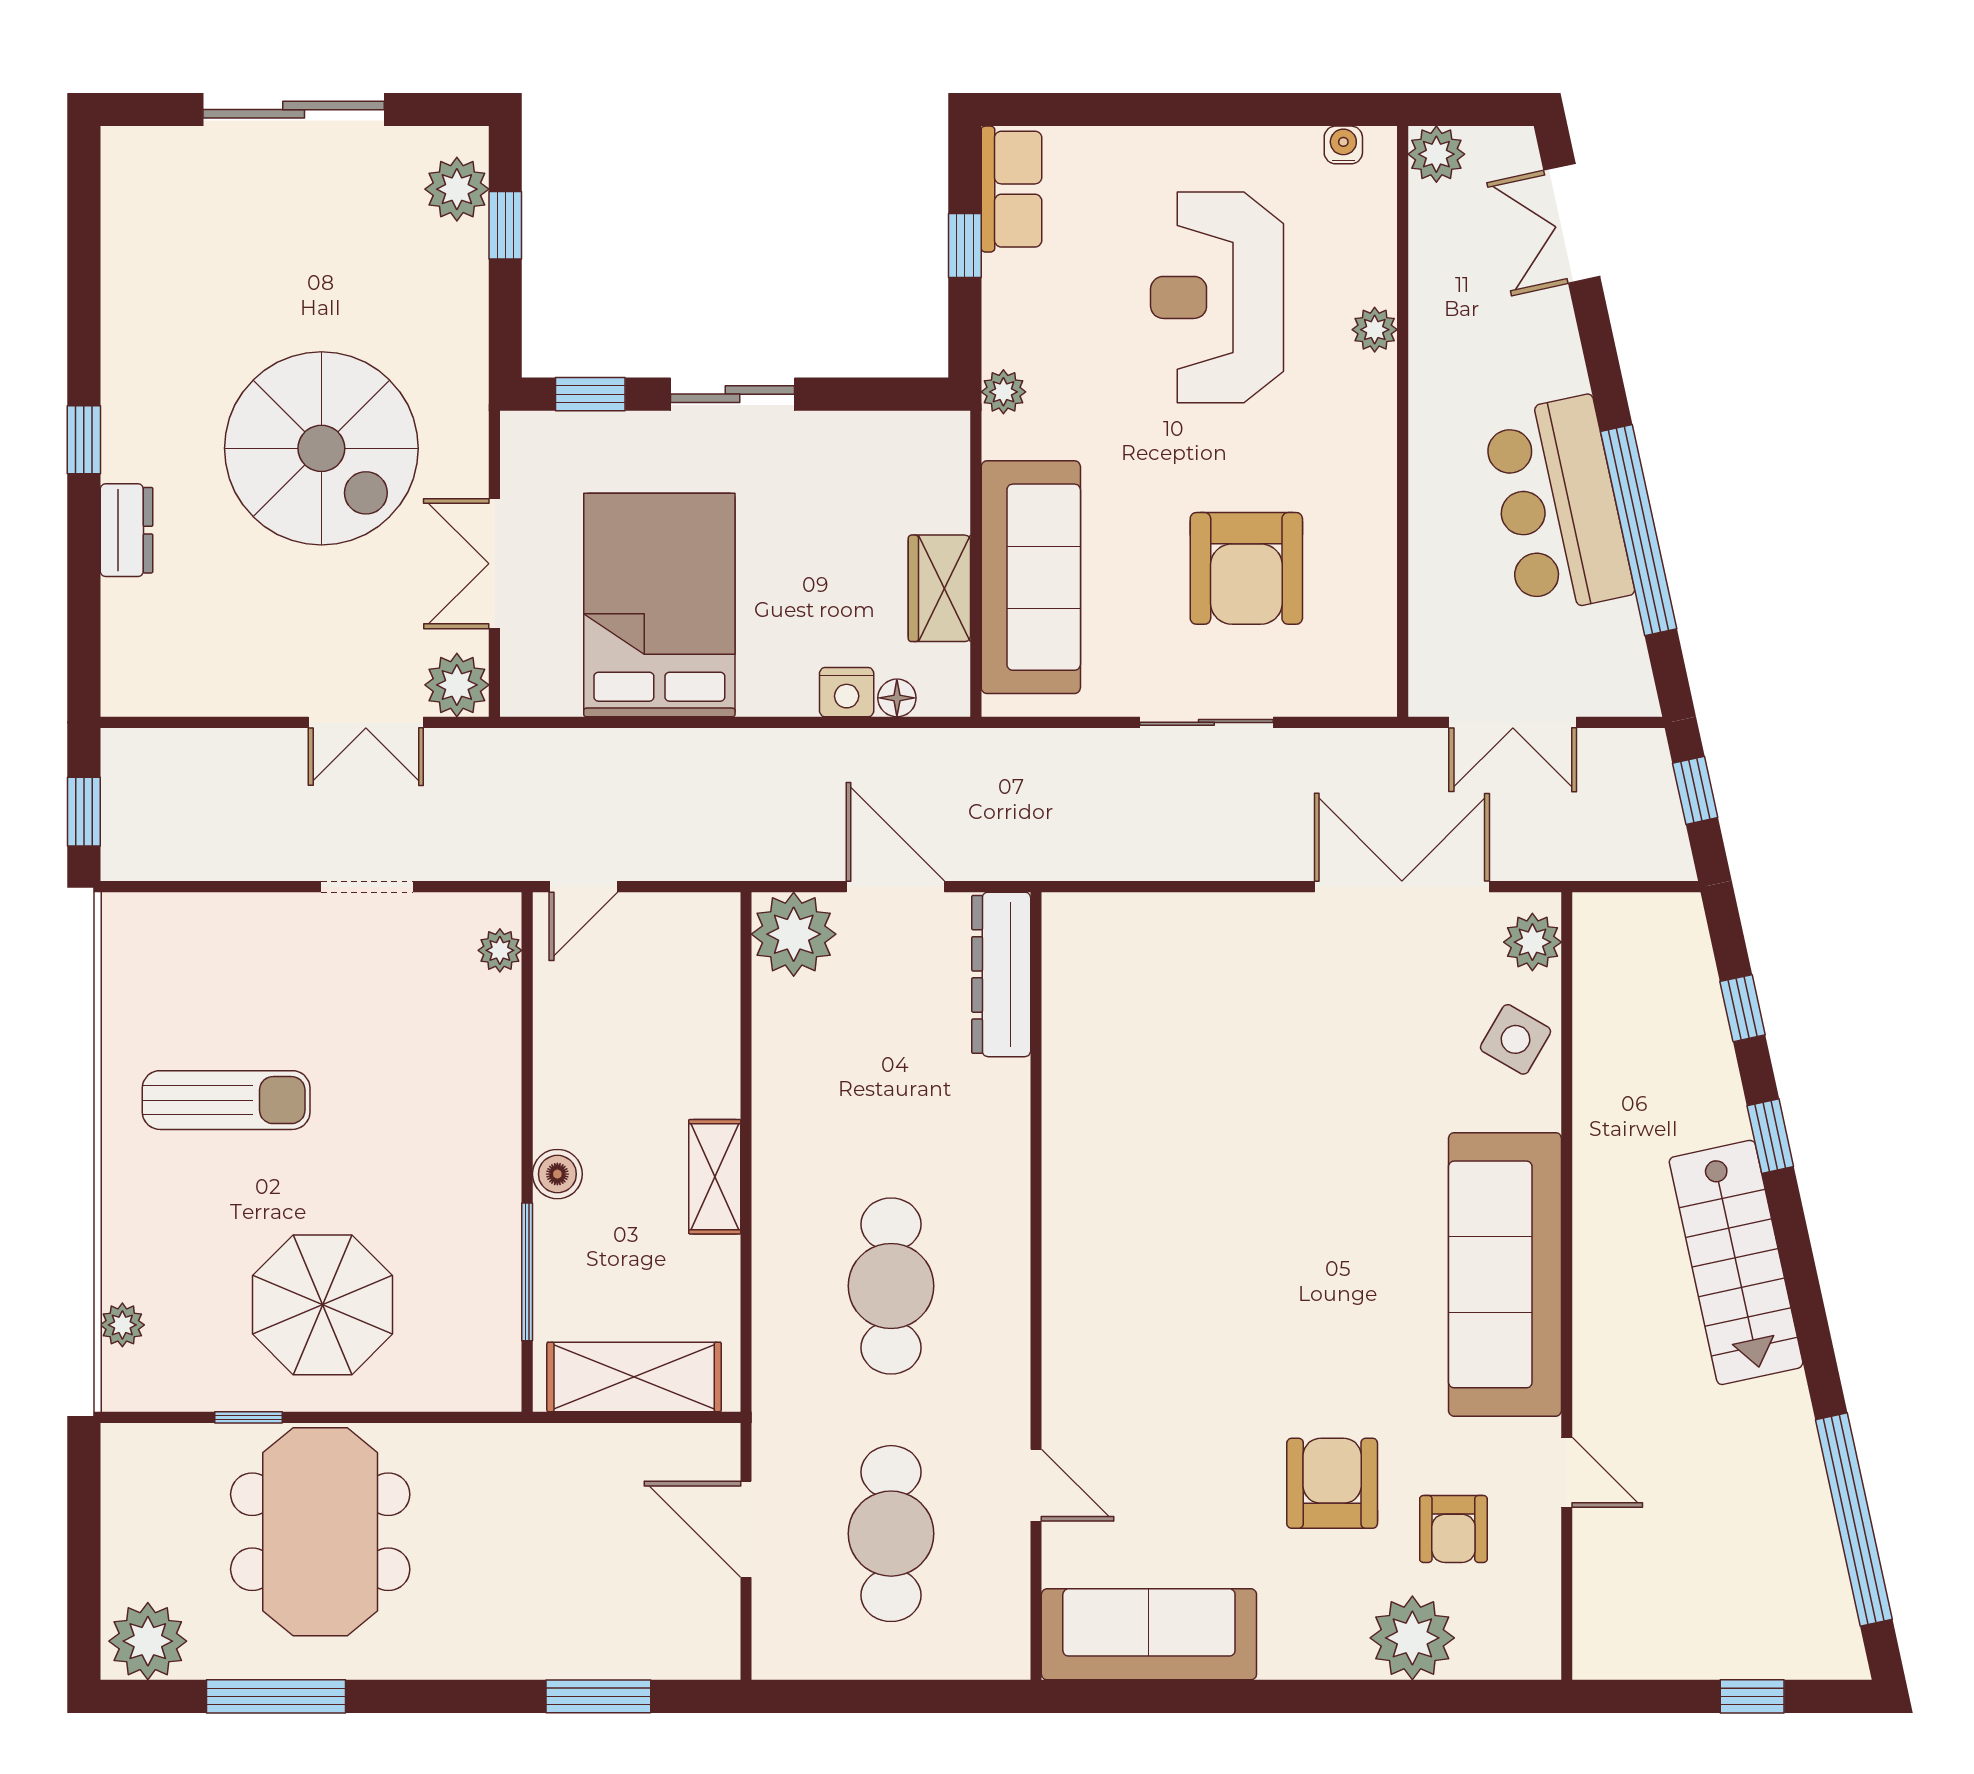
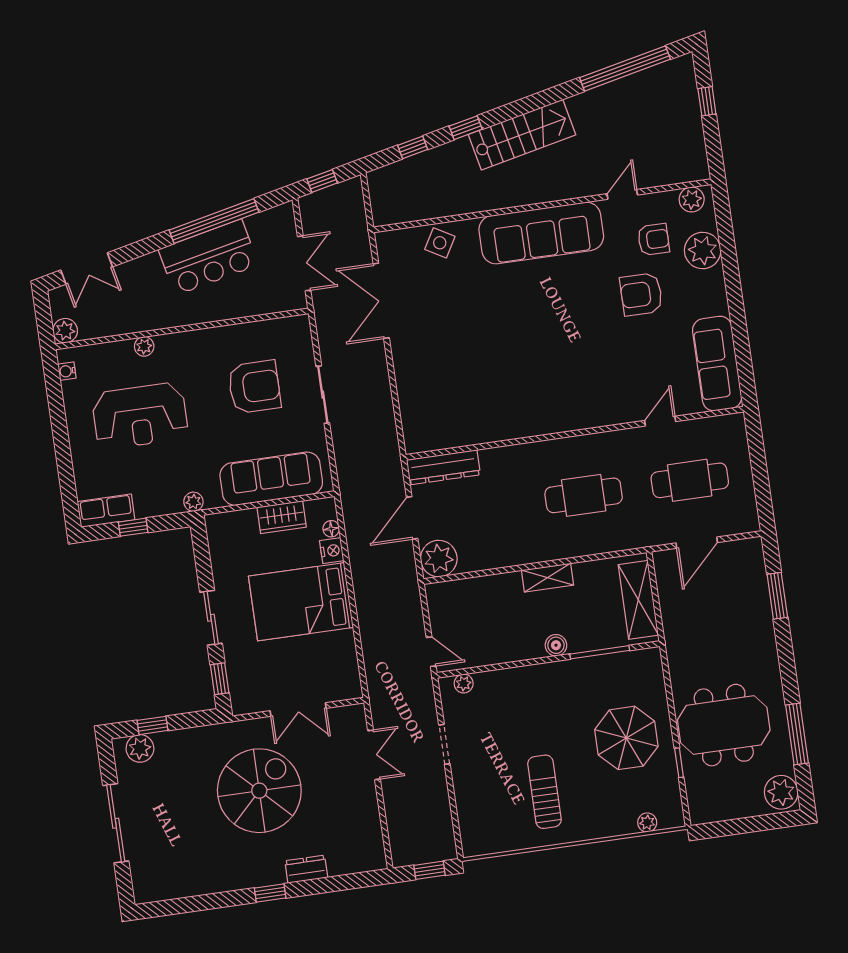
bed: (659, 605) -> (301, 602), moved
plant: (457, 685) -> (352, 718), removed
plant: (1532, 942) -> (692, 199), moved

